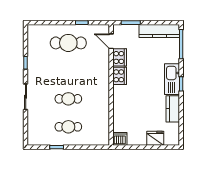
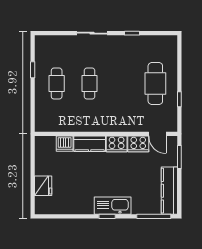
door: (111, 41) -> (157, 134), swing flipped
kitchen counter: (173, 109) -> (90, 144), moved, turned 180
dishwasher: (120, 139) -> (65, 144), moved, turned 90

